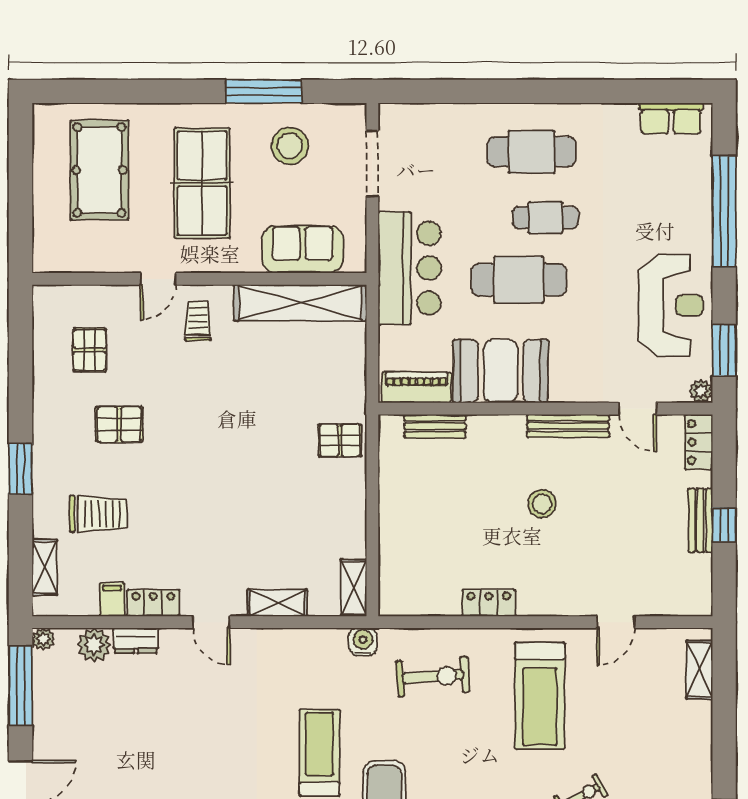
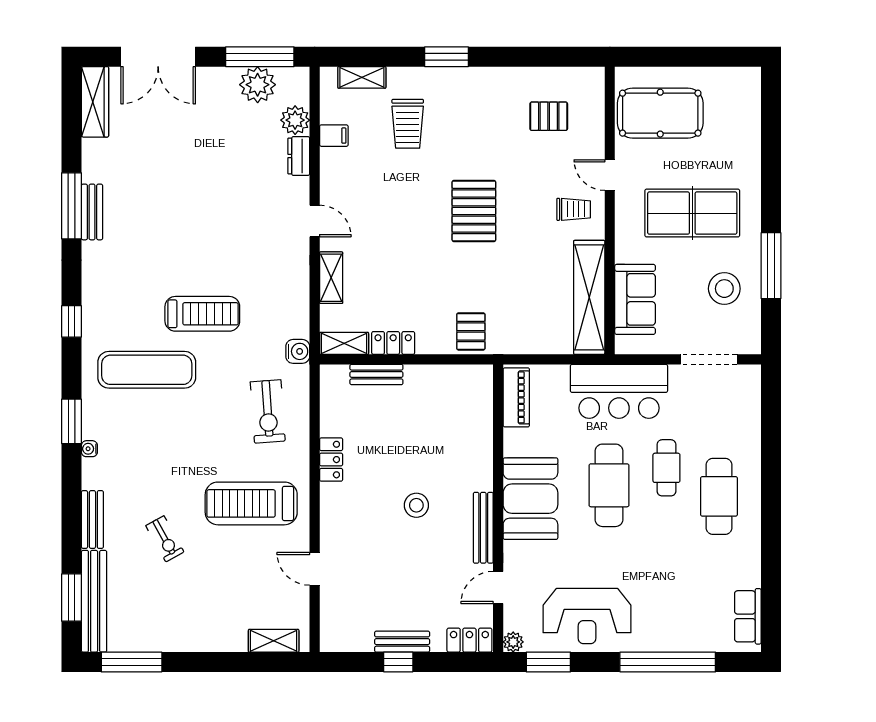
pool table: (99, 170) -> (660, 113), moved
cafe table: (545, 218) -> (666, 468), moved
booth: (501, 371) -> (530, 499), moved
pallet: (119, 424) -> (474, 211), moved, width x1.50, depth x1.42
bench: (435, 426) -> (376, 374), moved, turned 90
locker: (153, 603) -> (393, 343), moved, turned -90
door: (211, 622) -> (315, 221), swing flipped
plant: (43, 639) -> (258, 85), moved, width x1.88, depth x1.88

